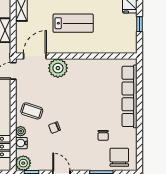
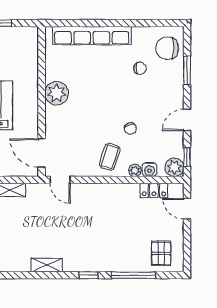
plant: (58, 68) -> (57, 93), moved

